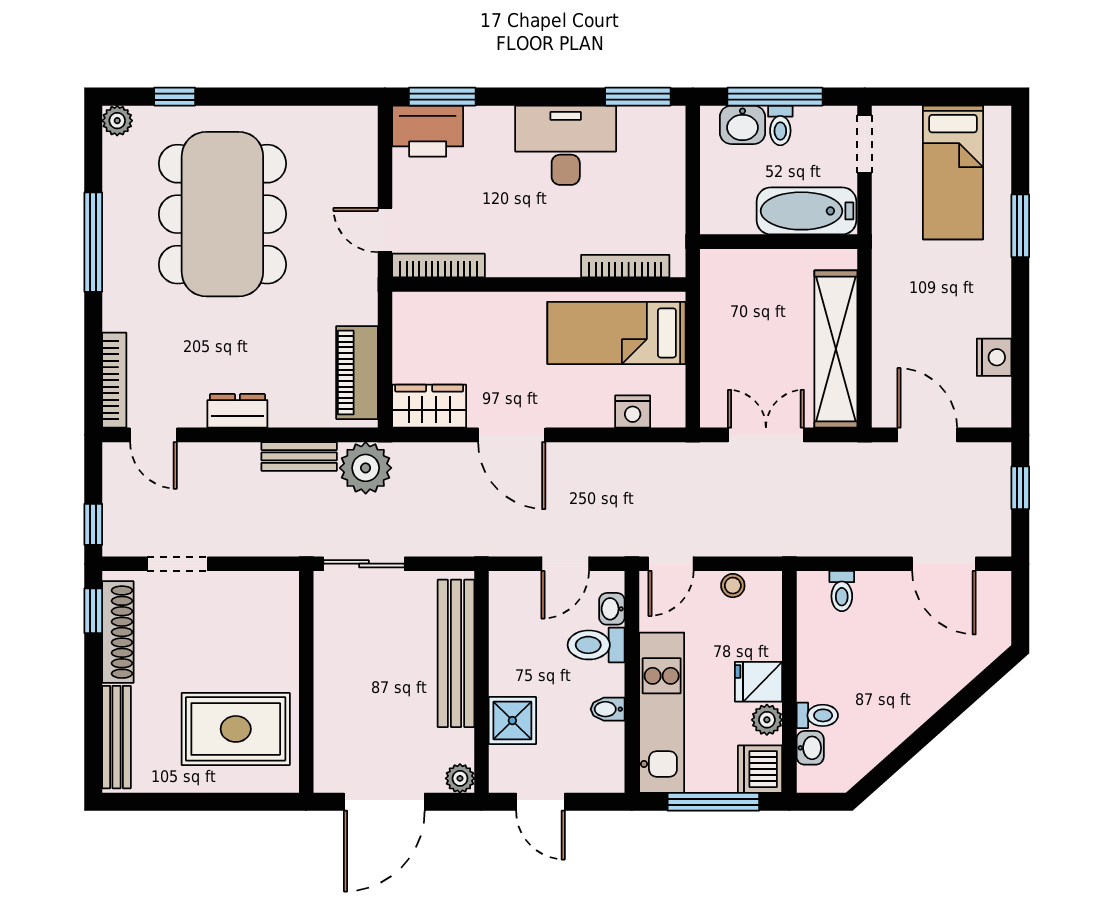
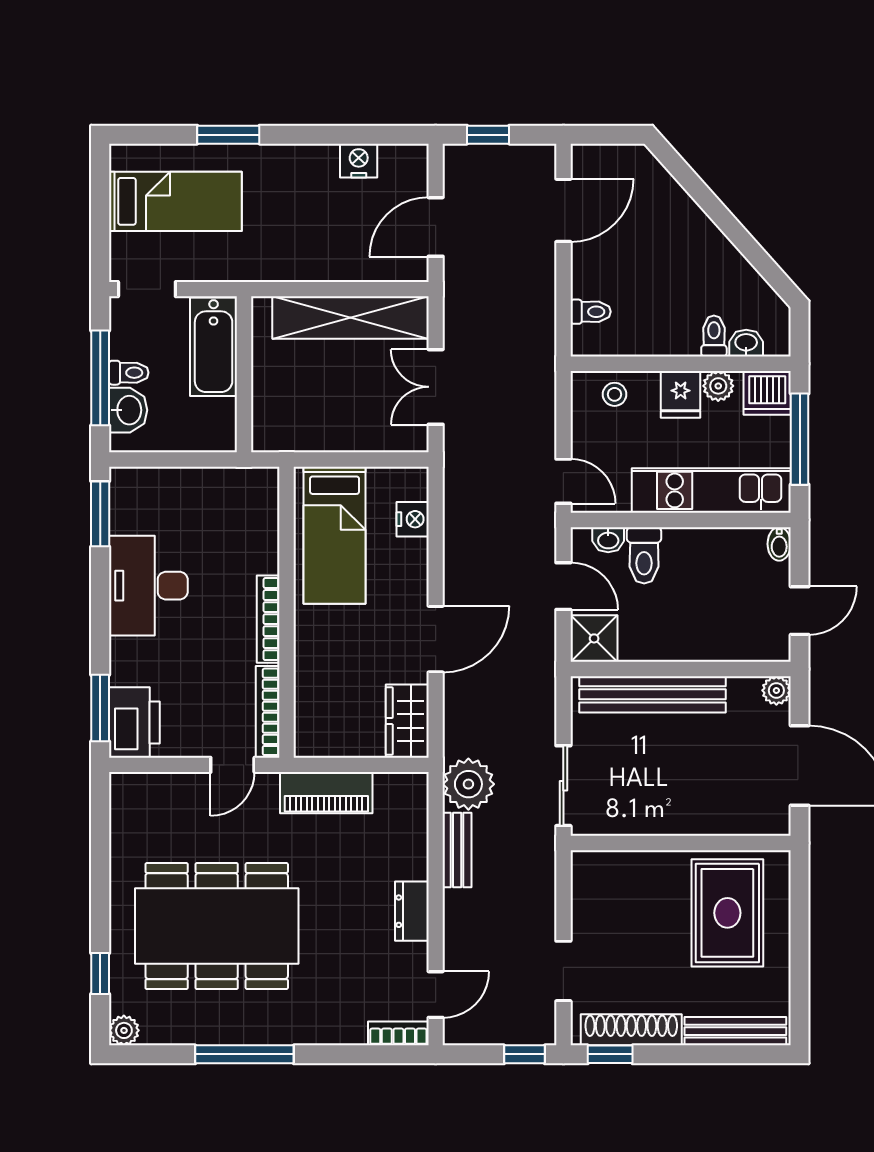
bookcase: (625, 266) -> (268, 619), moved
piano: (357, 373) -> (326, 793), moved
bookcase: (114, 380) -> (398, 1033), width x0.64
stool: (733, 586) -> (615, 394), moved
bidet: (608, 709) -> (779, 544), moved
shower: (512, 721) -> (594, 638), moved

